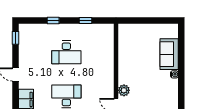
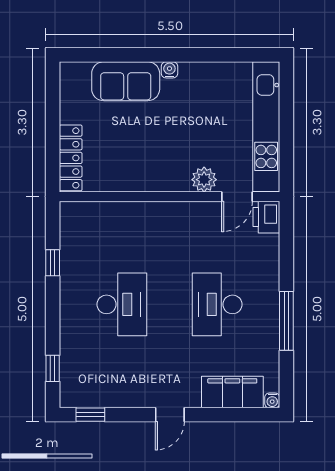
window: (53, 20) -> (53, 368), moved
locker: (134, 29) -> (71, 158), added

